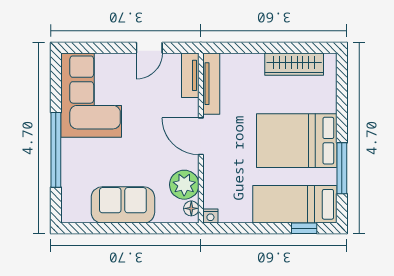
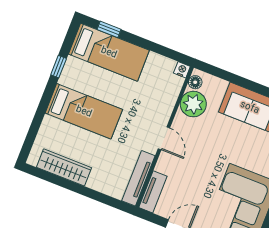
door: (201, 136) -> (164, 138), width x0.73
bed: (297, 141) -> (84, 111), width x0.67
window: (342, 168) -> (59, 67), width x0.46

